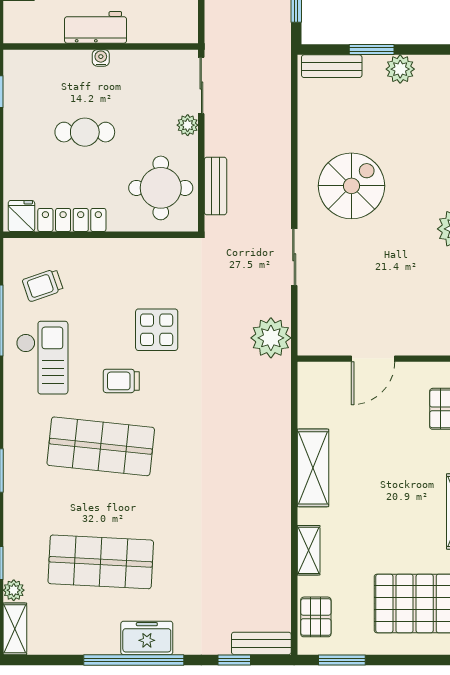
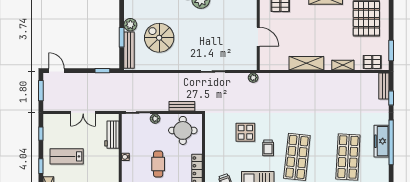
workbench: (96, 27) -> (112, 135), moved
bench: (332, 66) -> (129, 50), width x1.36
spiral stairs: (351, 186) -> (159, 38), moved
plant: (271, 338) -> (253, 78), width x0.53, depth x0.53
freezer: (147, 638) -> (382, 141), width x1.40

